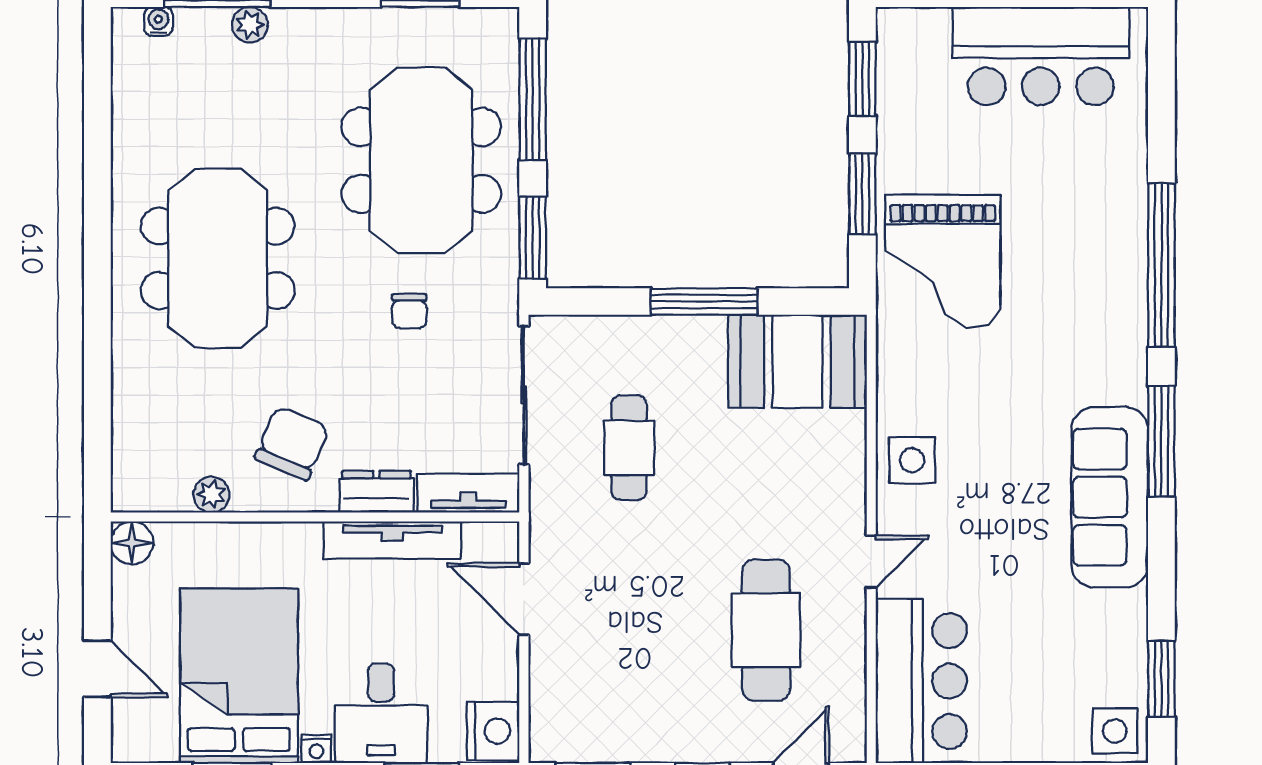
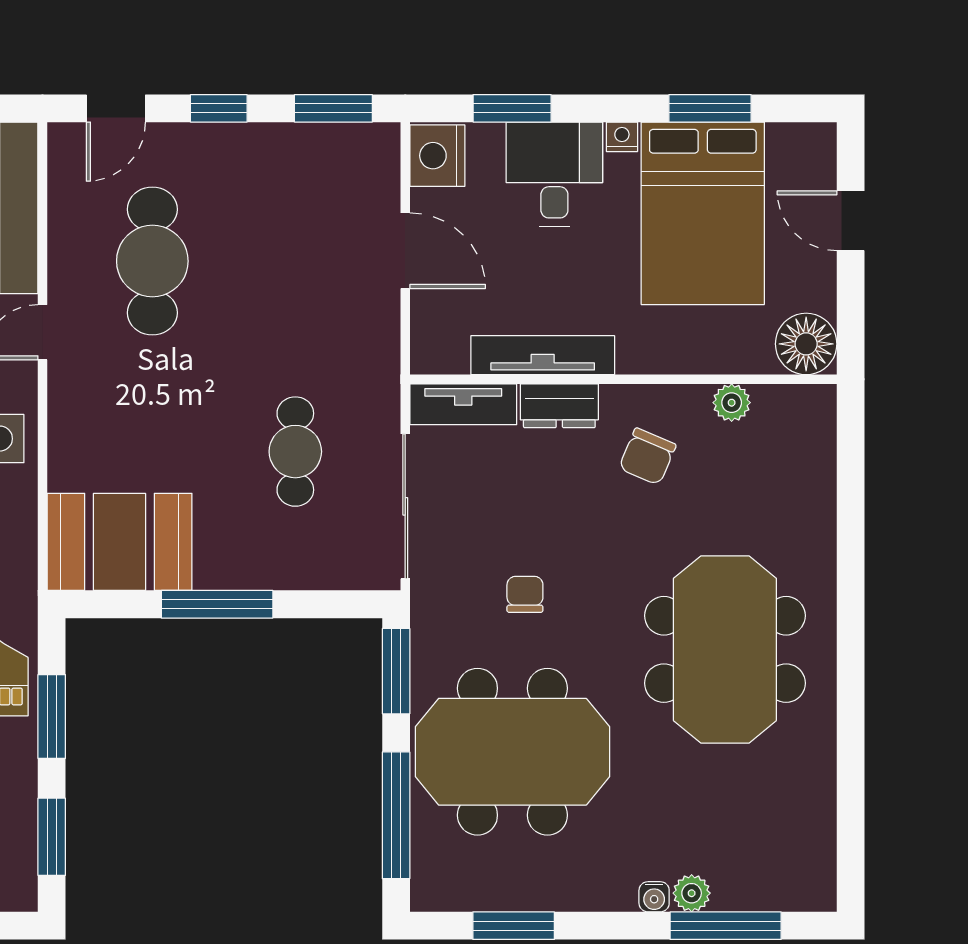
water cooler: (158, 21) -> (654, 897), moved
meeting table: (421, 160) -> (512, 752), turned 90
chair: (292, 443) -> (647, 456), width x0.73, depth x0.73
floor lamp: (132, 543) -> (806, 344), width x1.38, depth x1.38
door: (524, 599) -> (405, 251), moved

